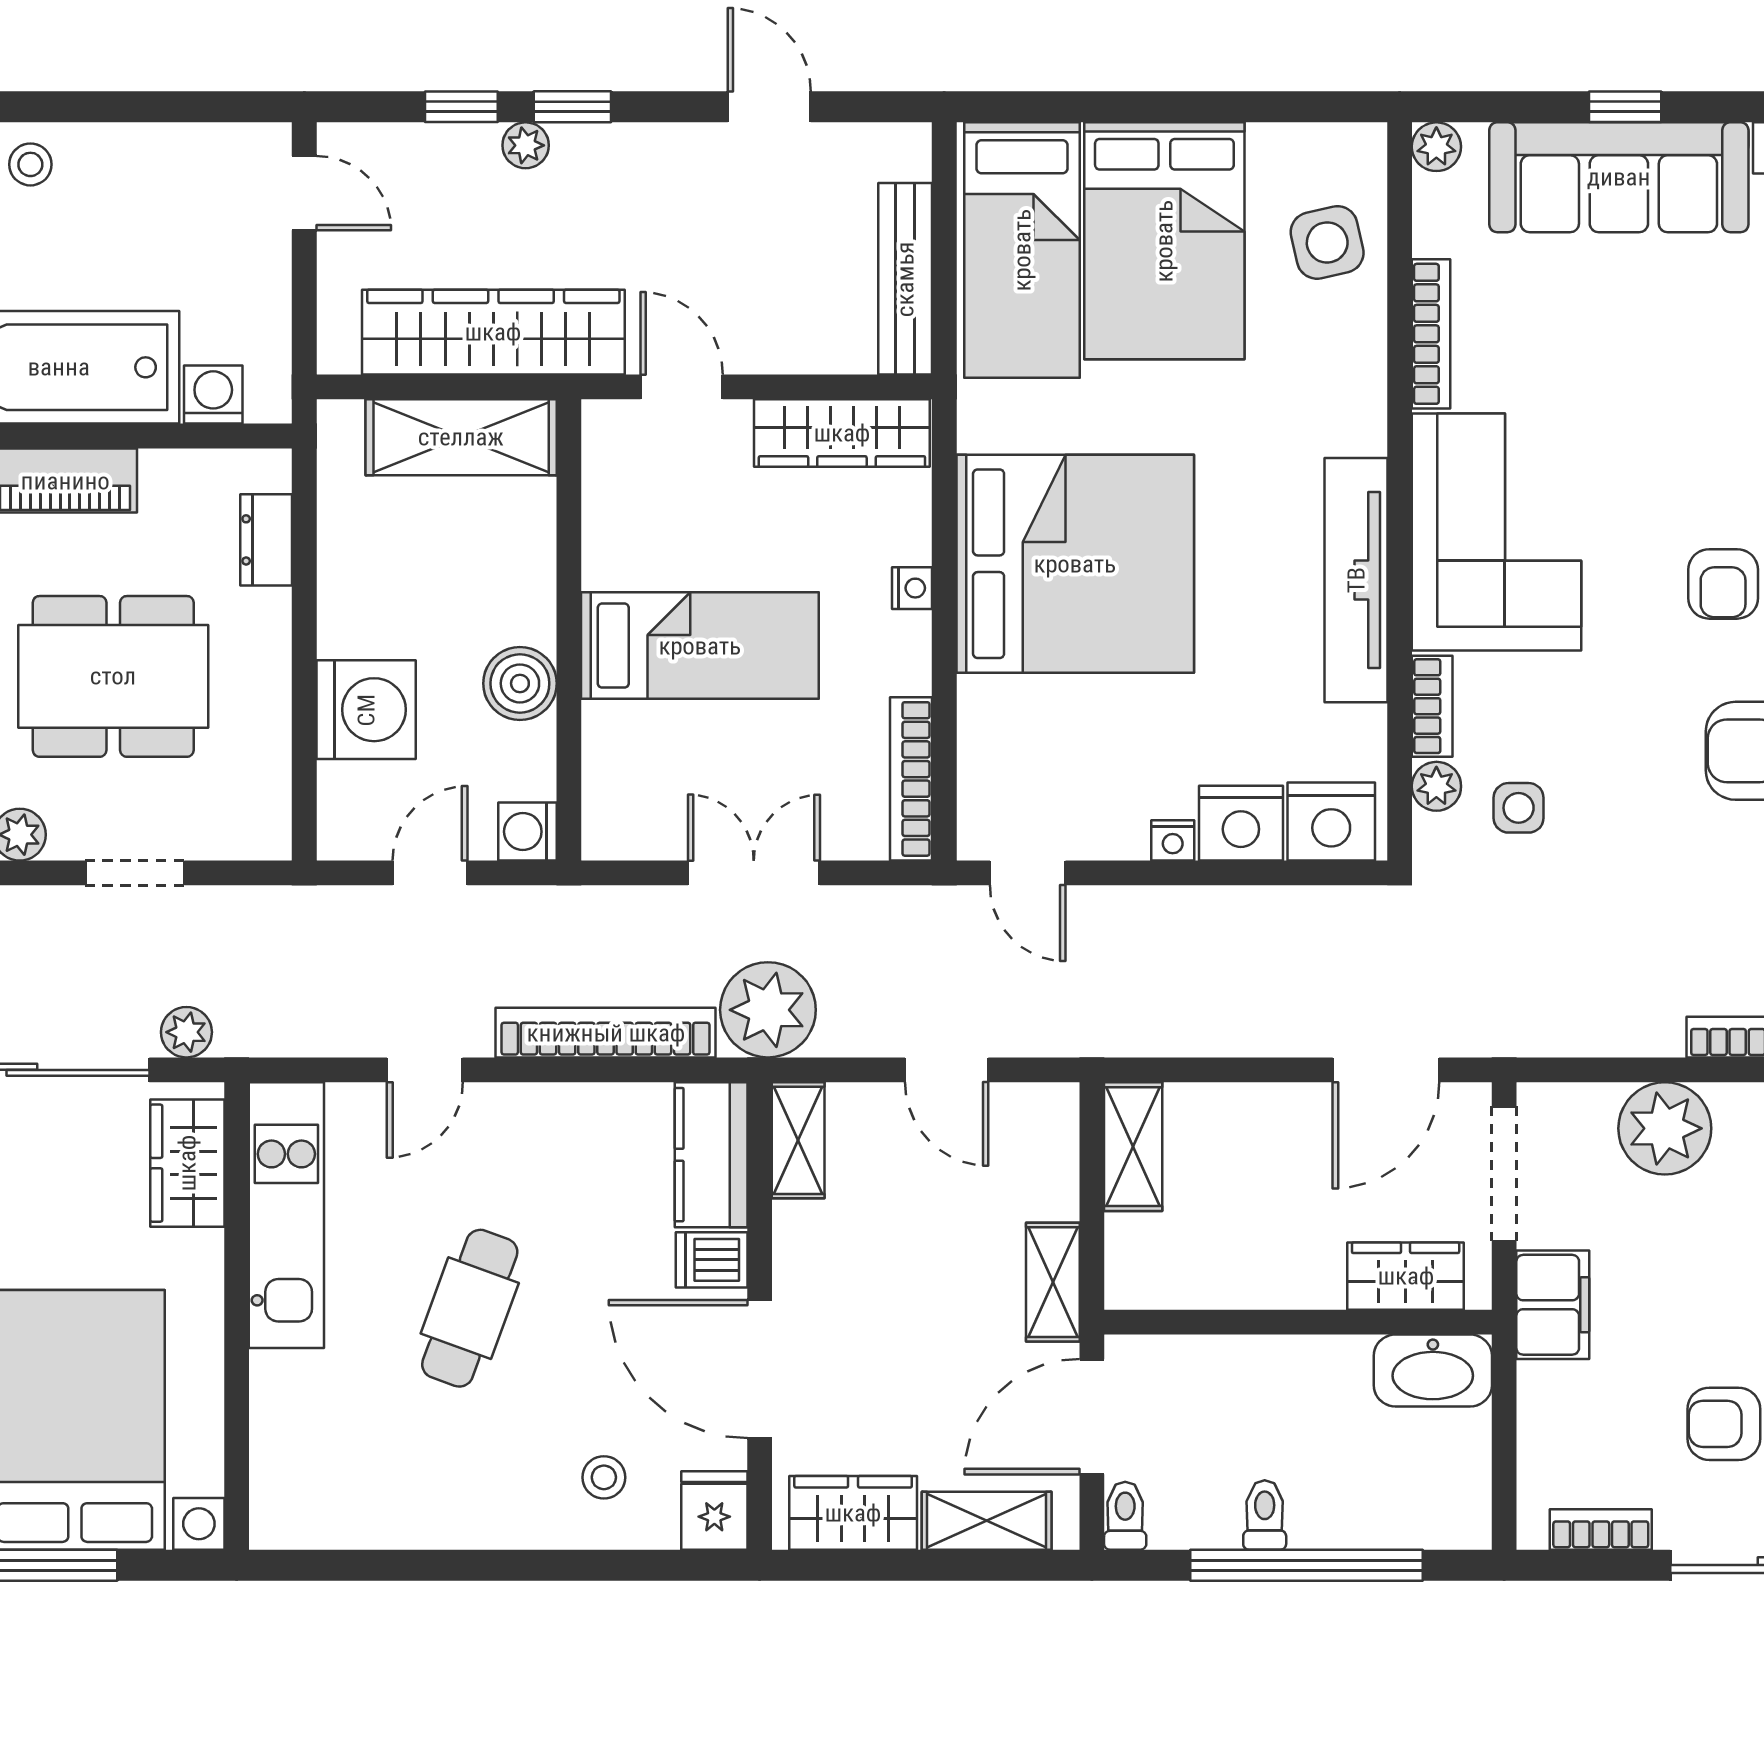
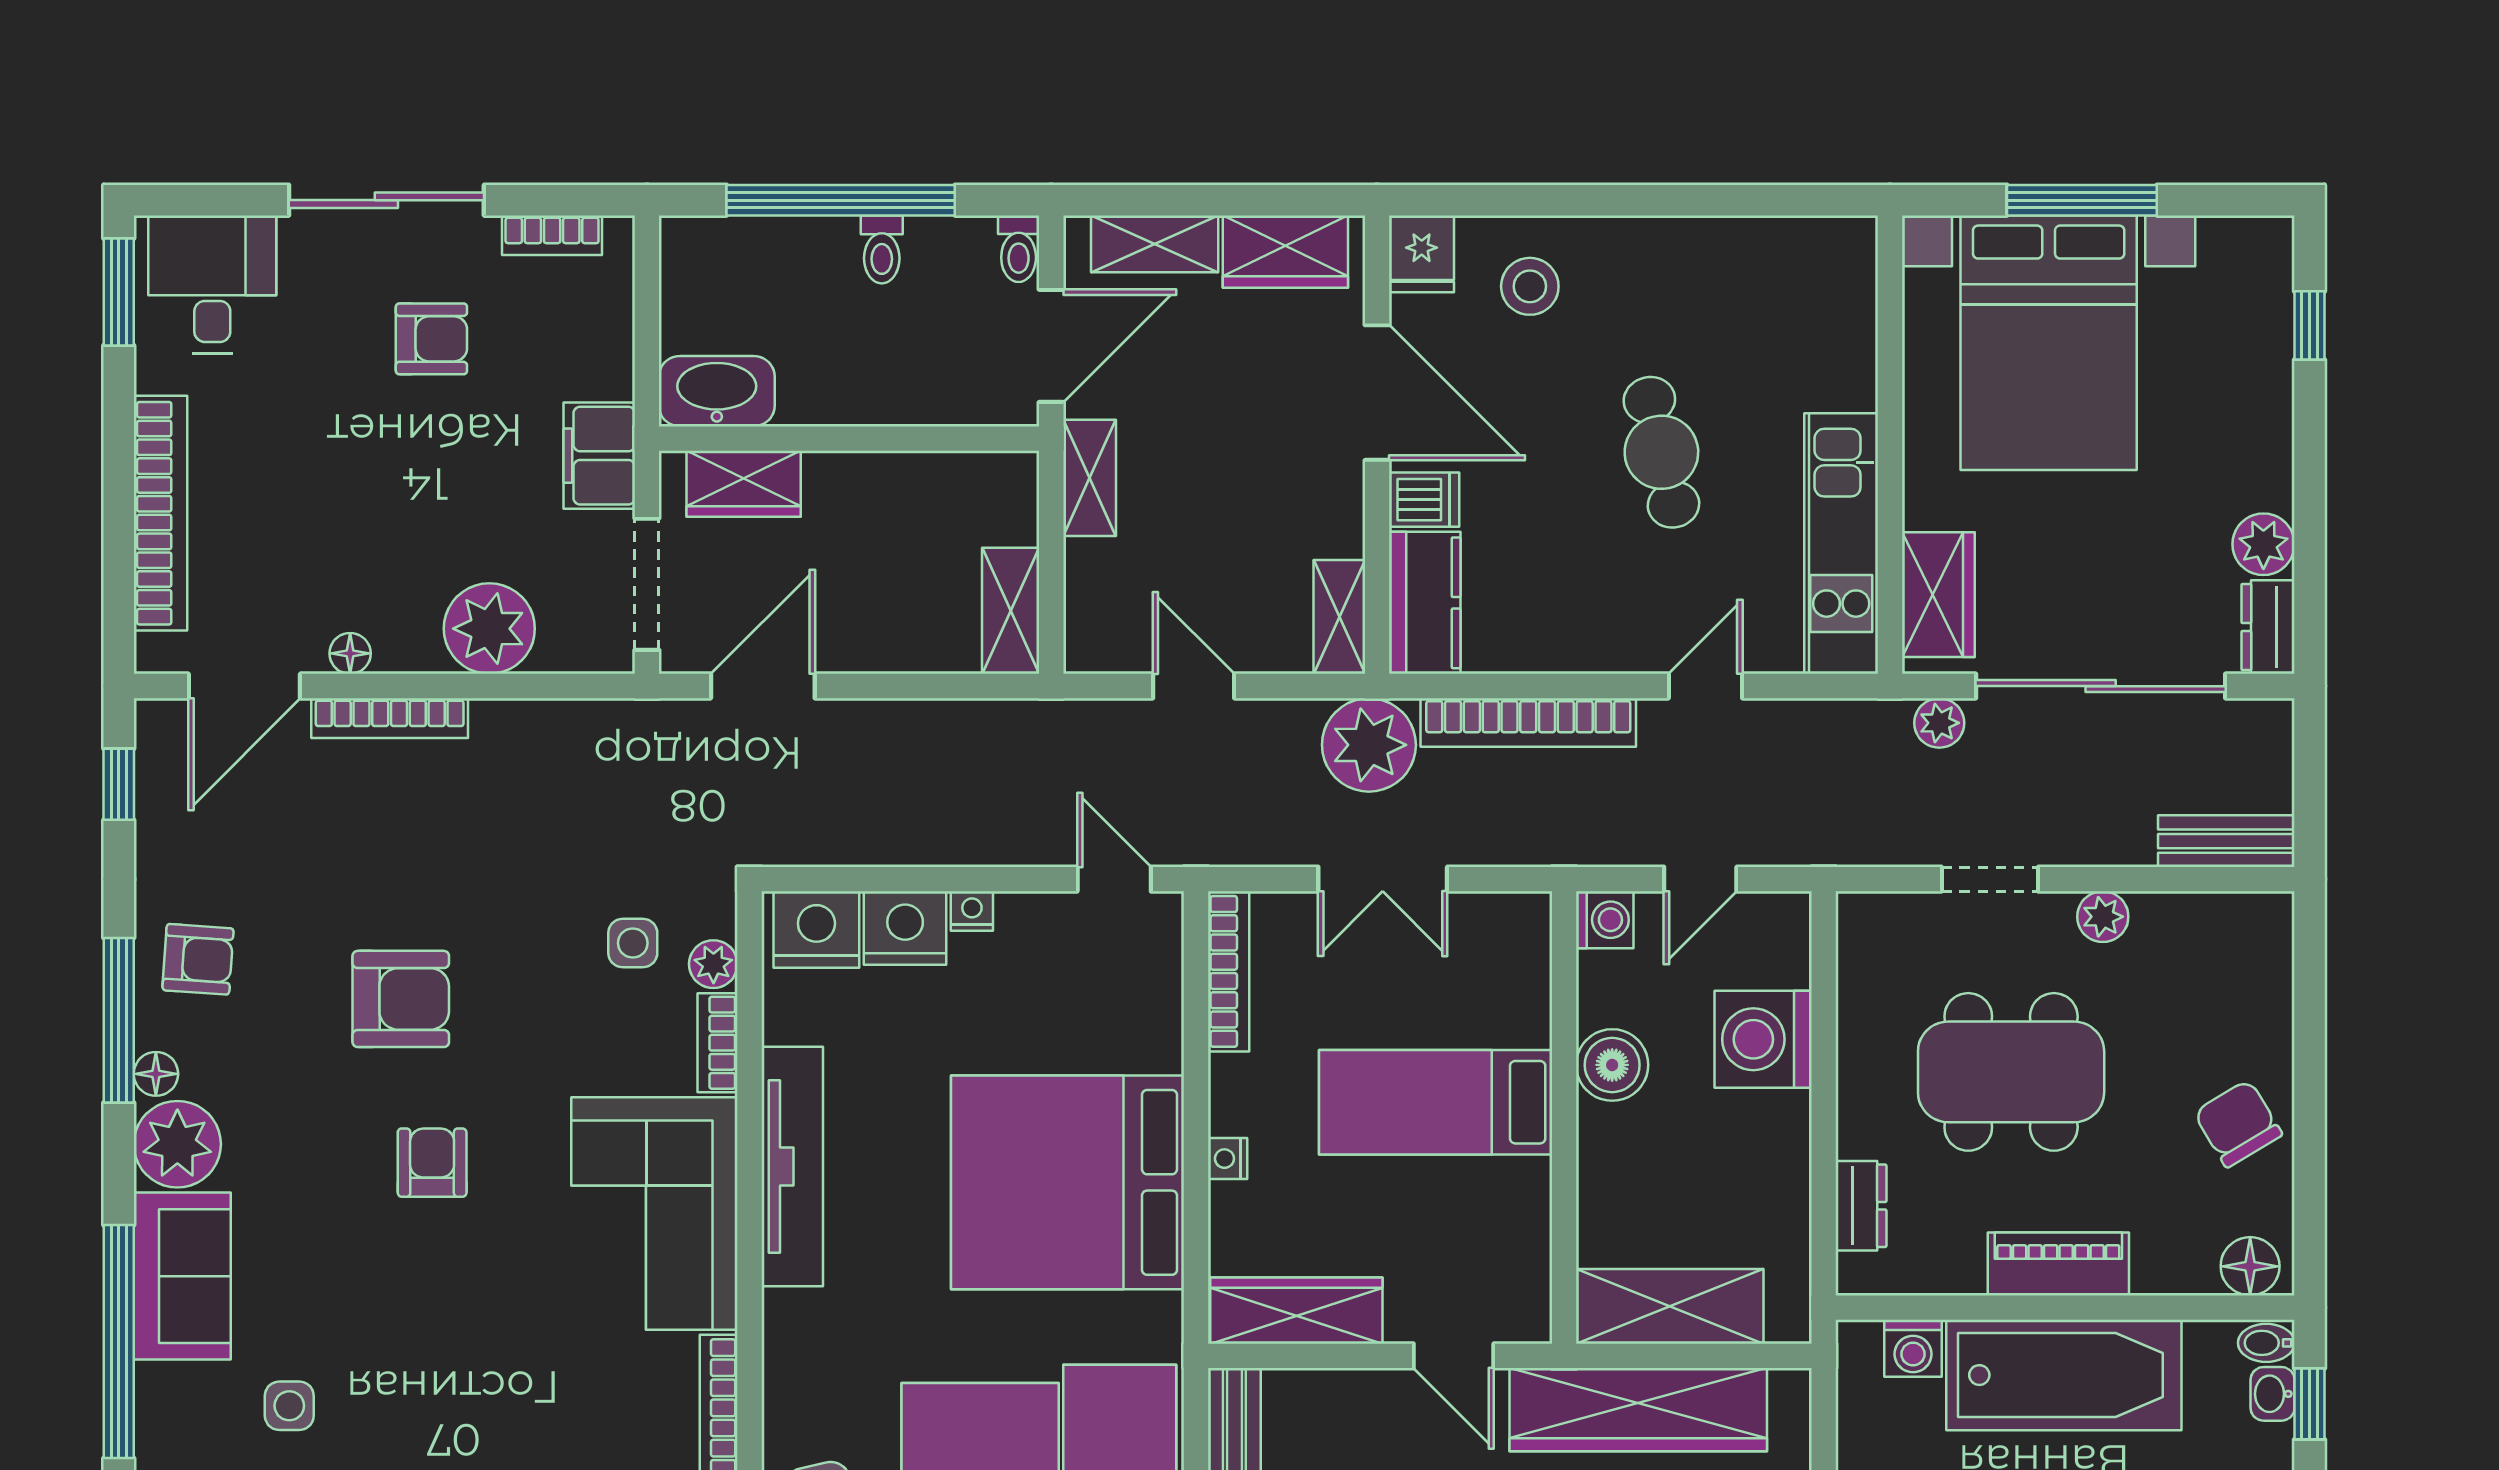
cafe table: (470, 1308) -> (1661, 452), turned -33
stool: (604, 1477) -> (1530, 286), width x1.37, depth x1.37

